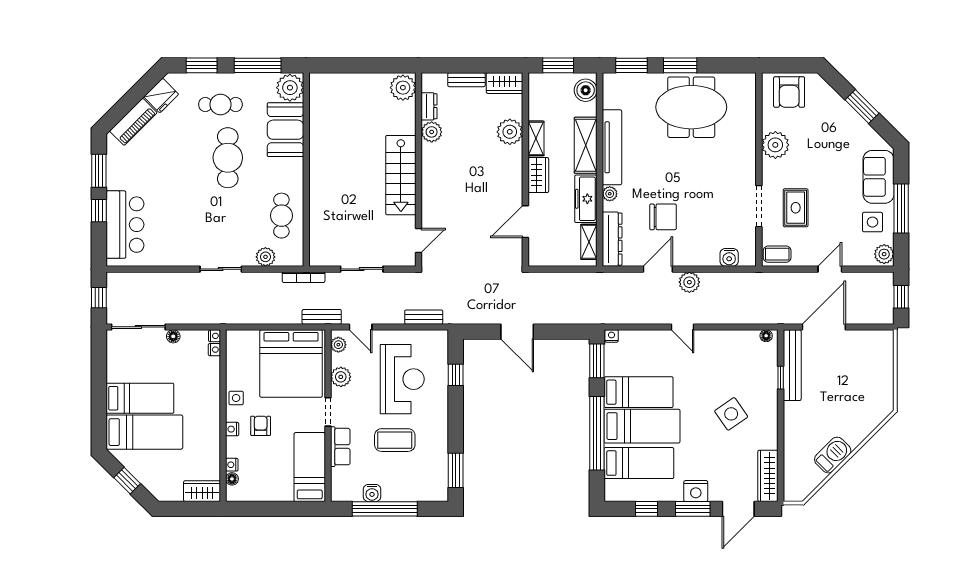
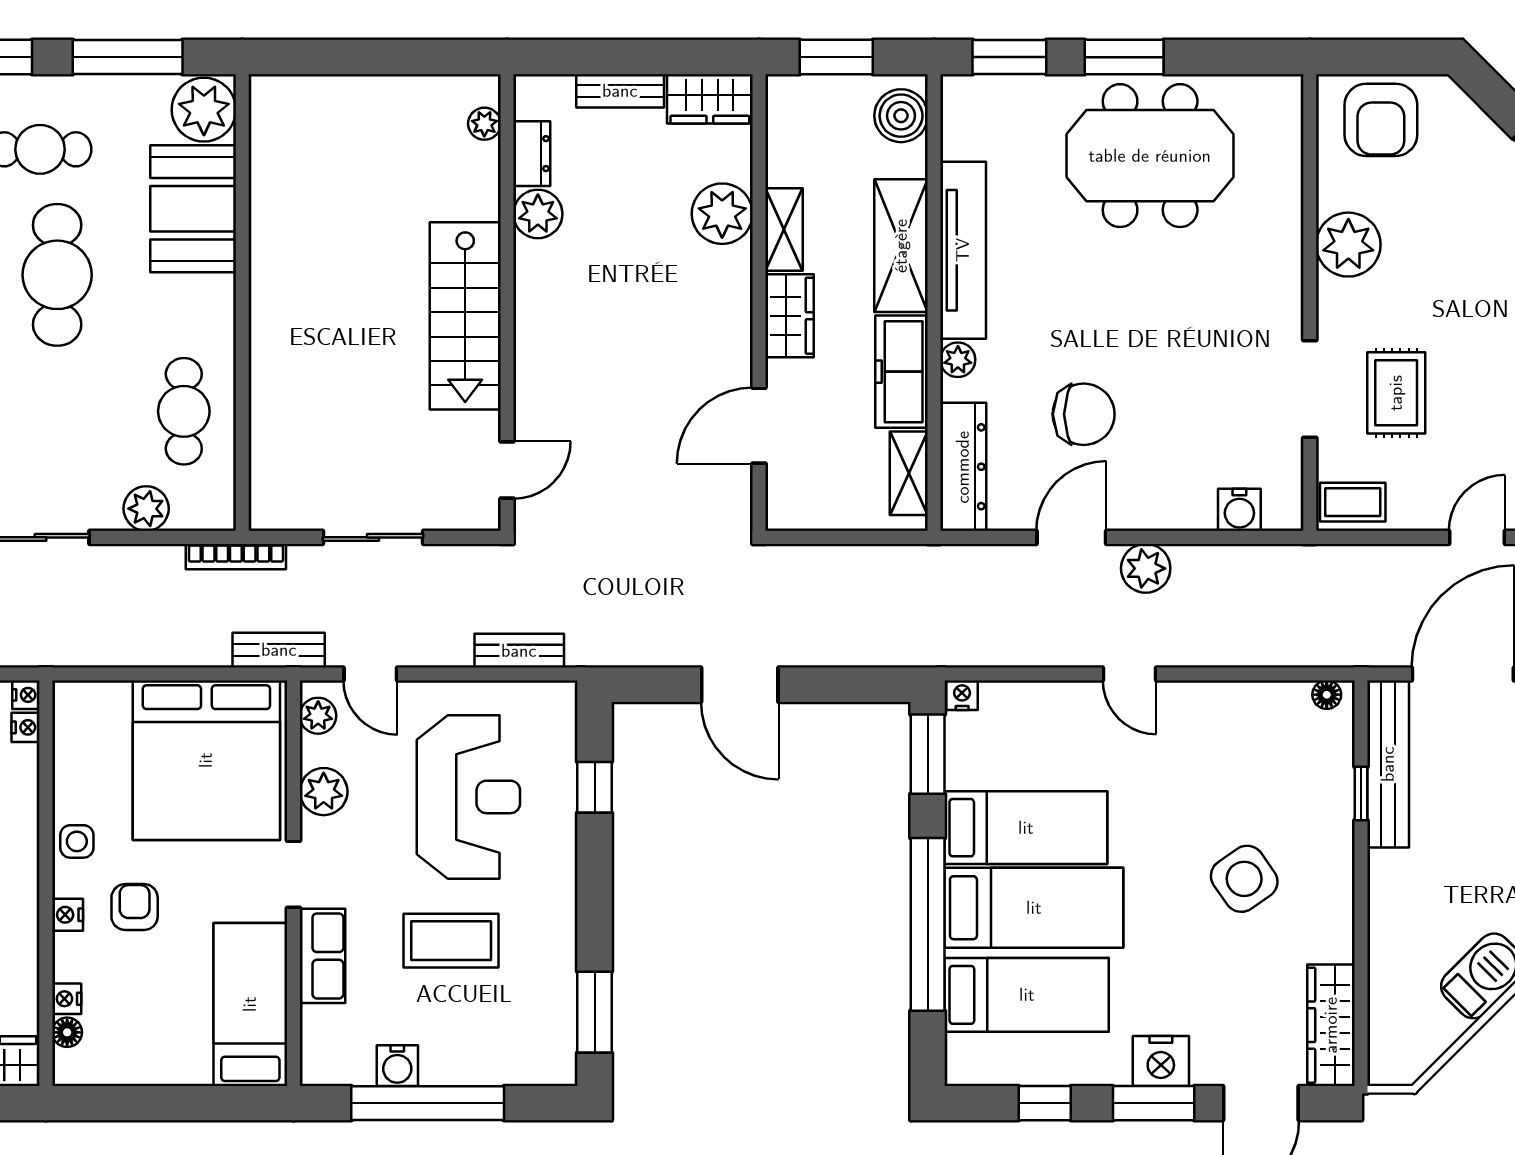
plant: (403, 88) -> (484, 124), width x0.53, depth x0.53

